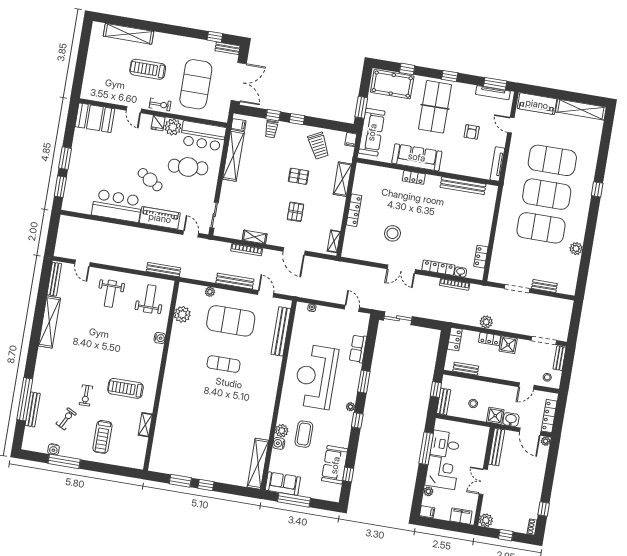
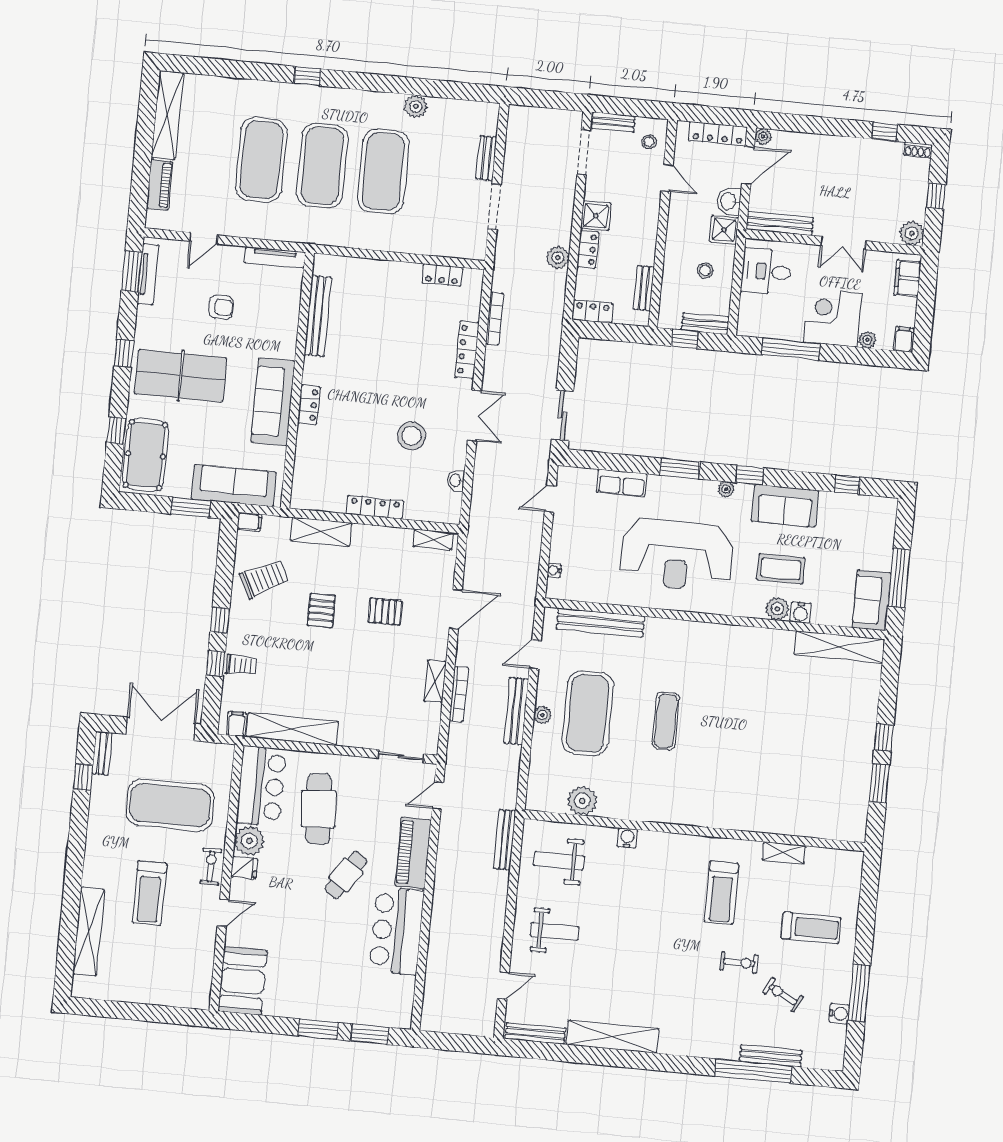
piano: (537, 104) -> (159, 185), width x0.73, depth x0.75
washbasin: (461, 272) -> (456, 480), moved
plant: (210, 292) -> (542, 715), moved
desk: (445, 444) -> (766, 272), moved, turned 90
sofa: (335, 465) -> (785, 506), moved

